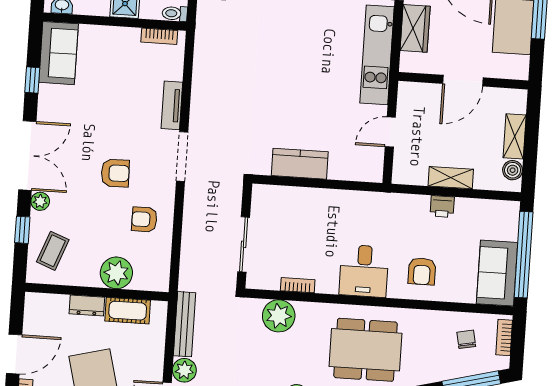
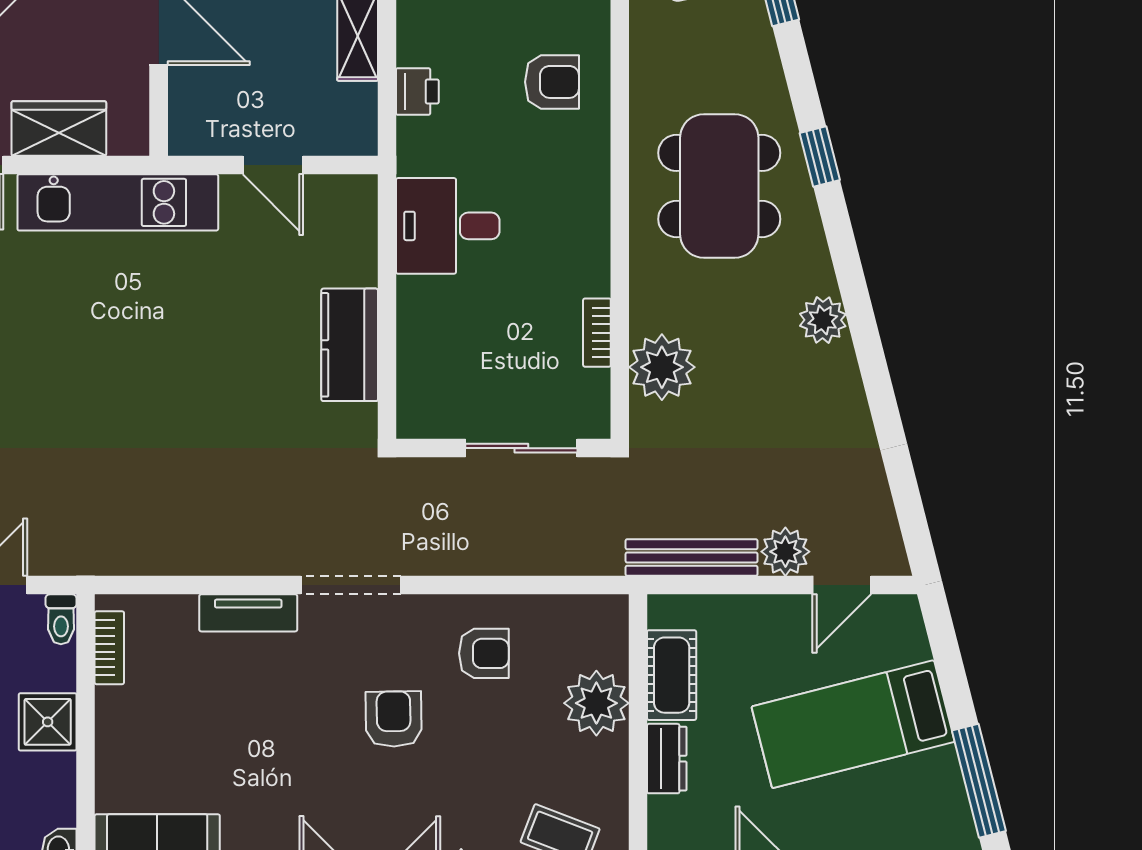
printer: (442, 206) -> (417, 91), moved
armchair: (144, 219) -> (484, 653), turned -90
desk: (364, 271) -> (448, 226), moved, turned 180

